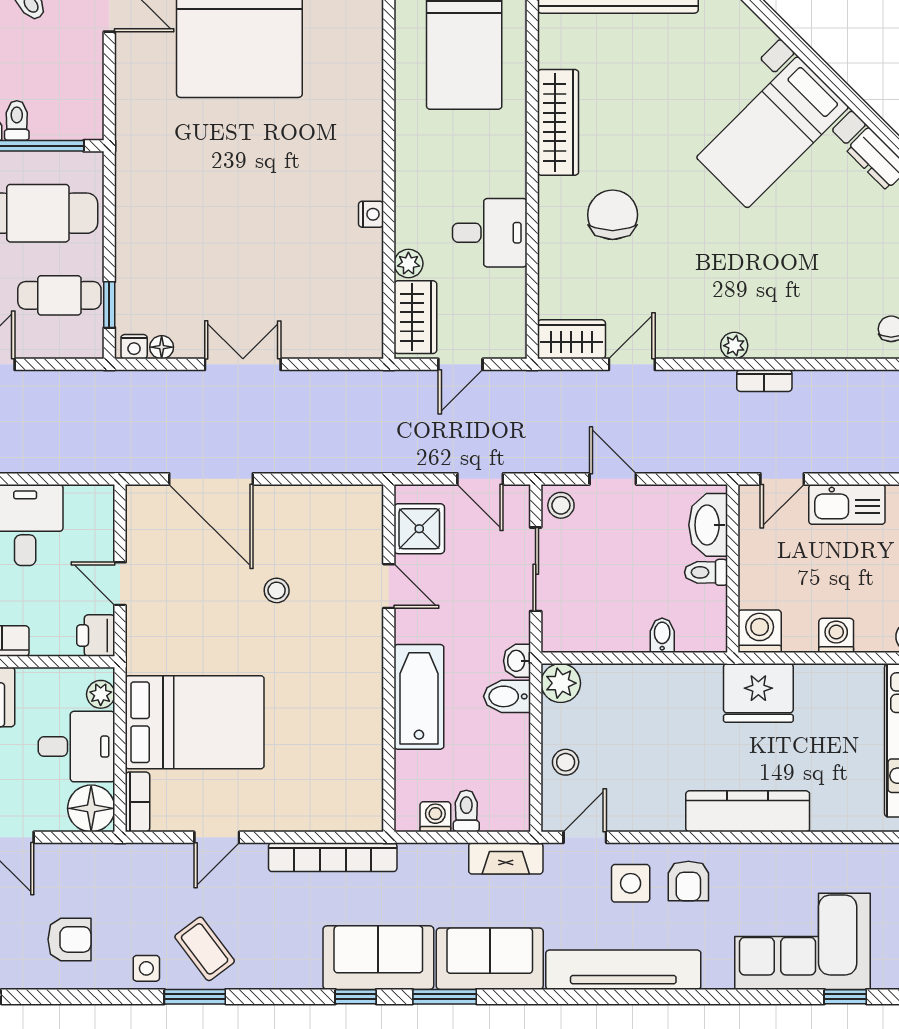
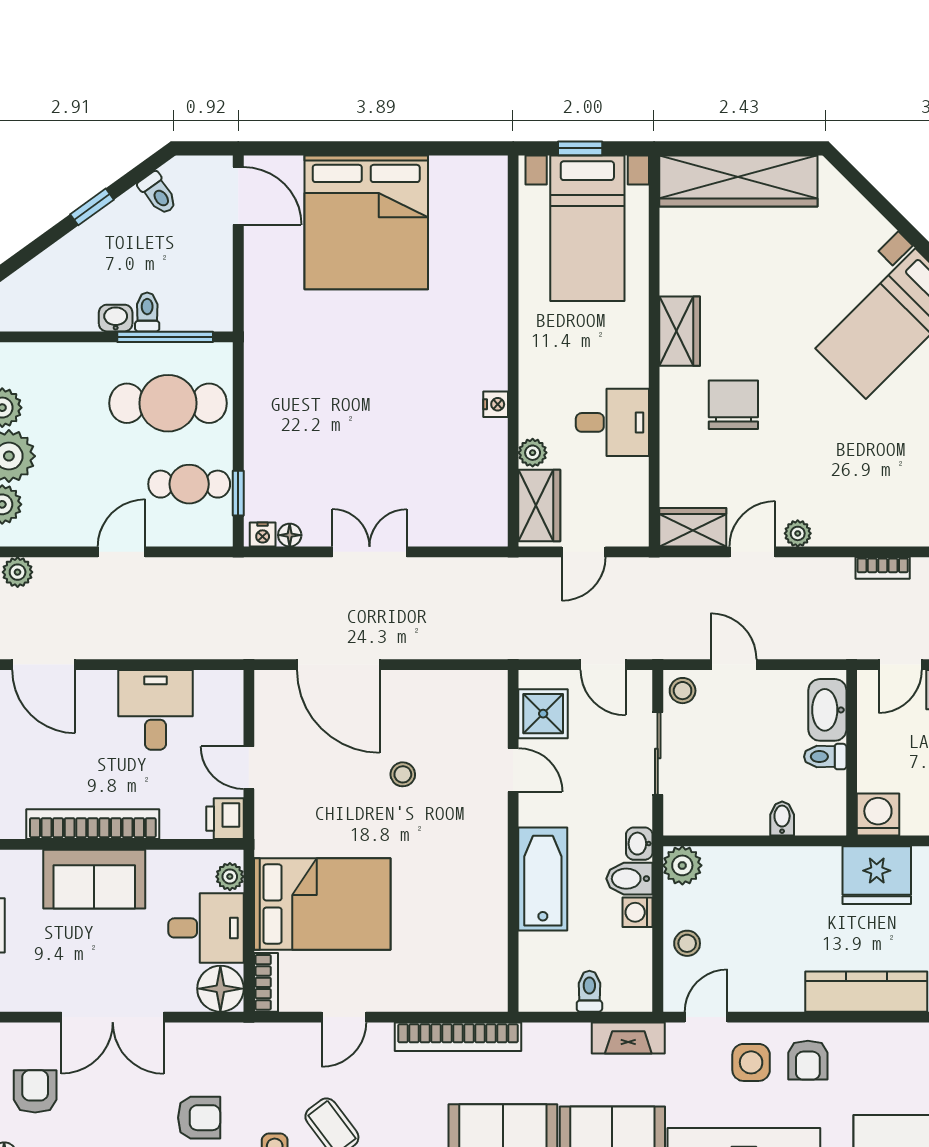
wardrobe: (558, 122) -> (680, 331), width x0.67
plant: (734, 346) -> (798, 533), moved
washing machine: (435, 817) -> (637, 912), moved, turned -90

